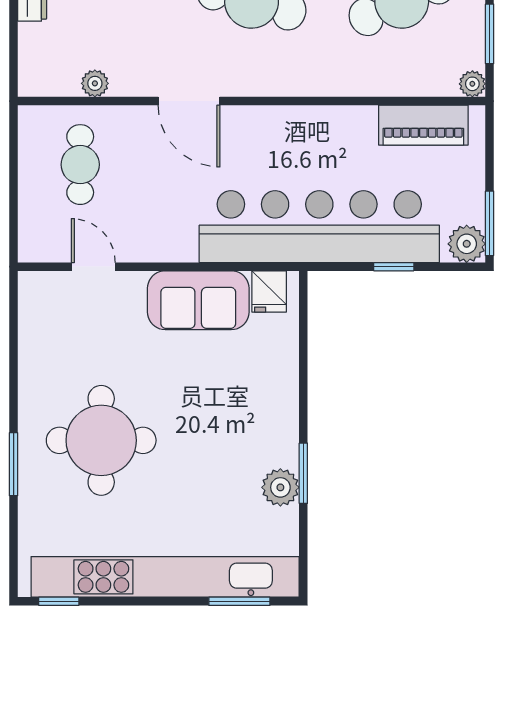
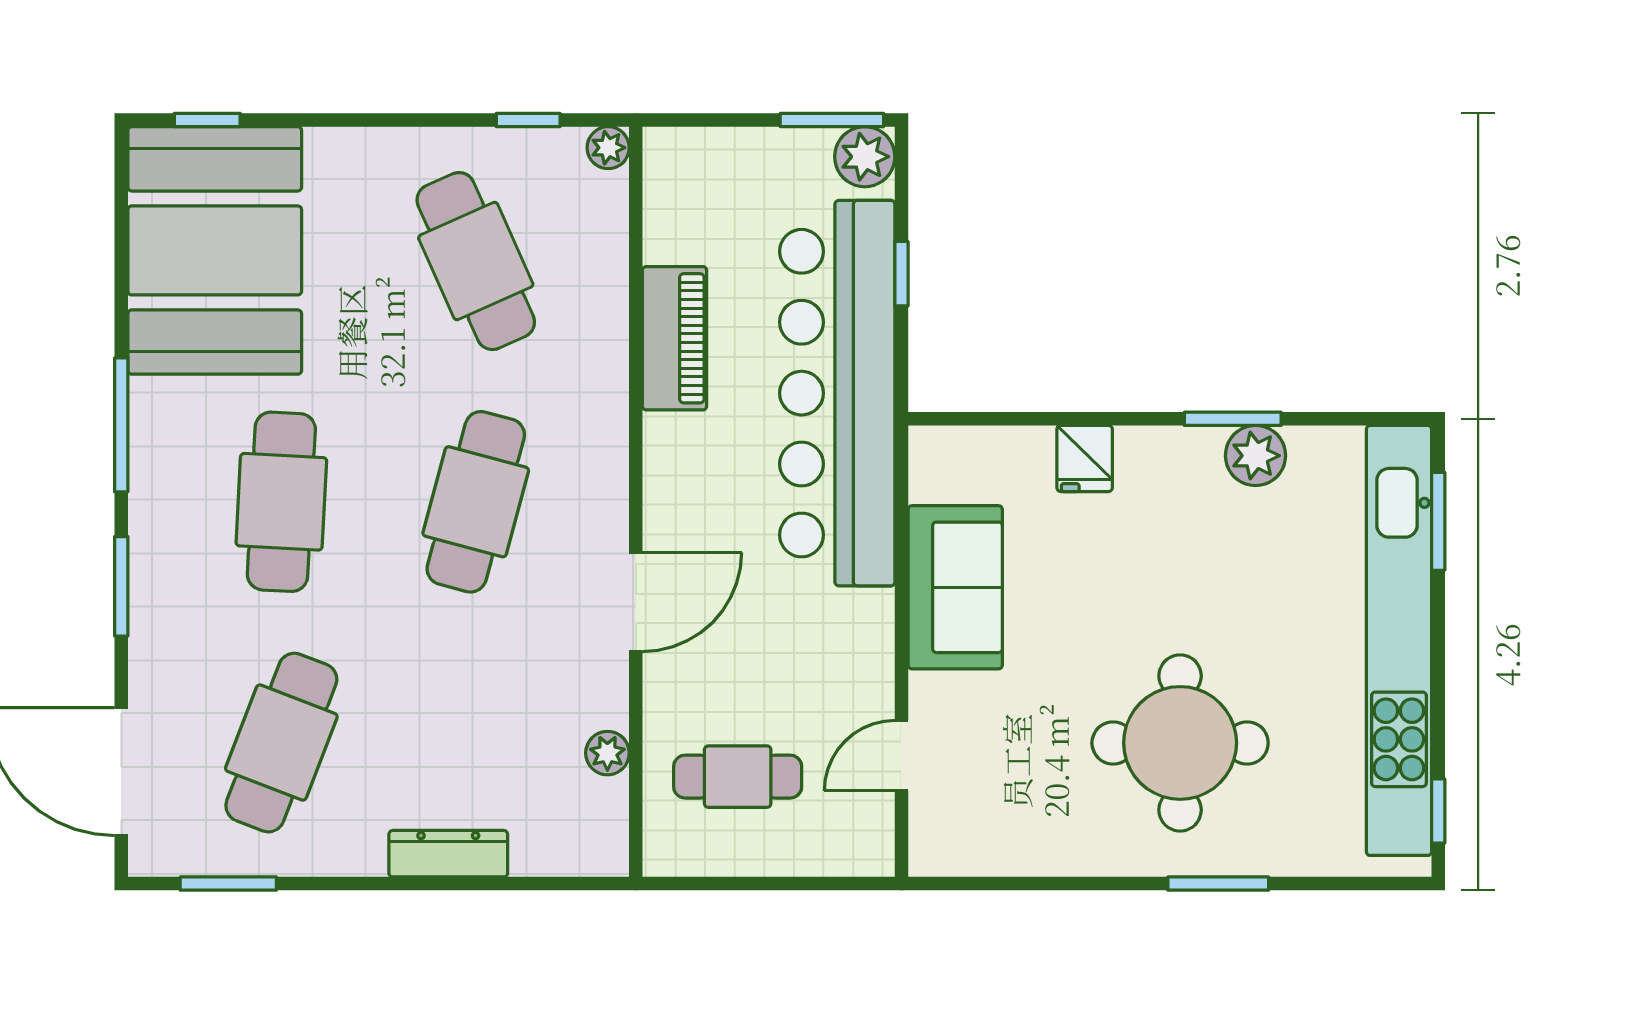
window: (490, 34) -> (528, 120), width x0.67
piano: (423, 125) -> (675, 338), moved
fridge: (269, 291) -> (1085, 458), moved, turned 90

